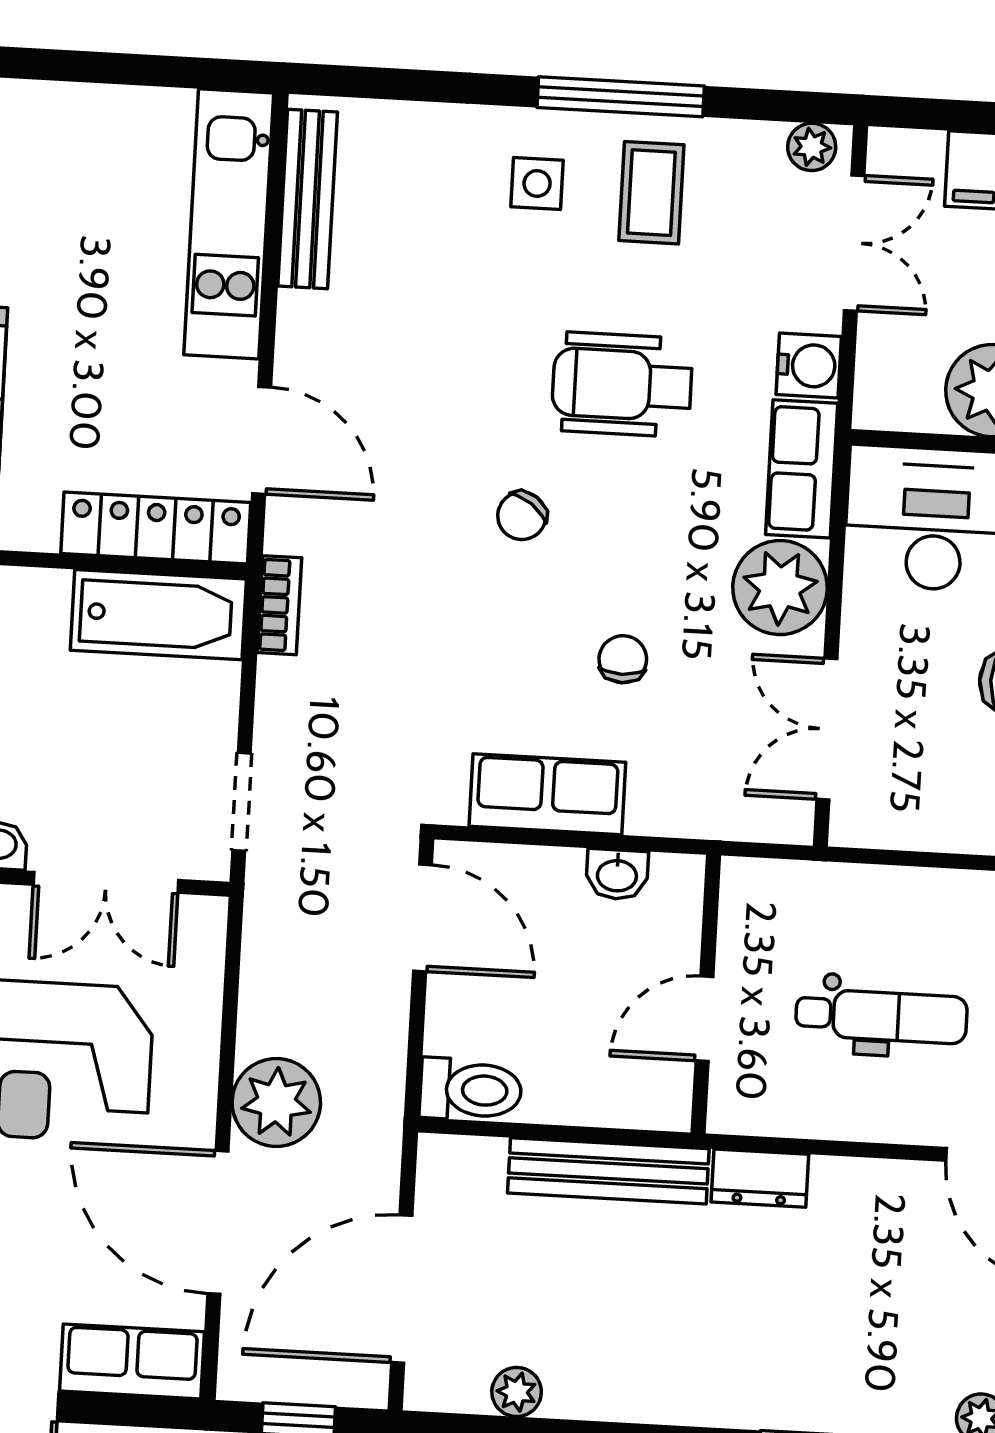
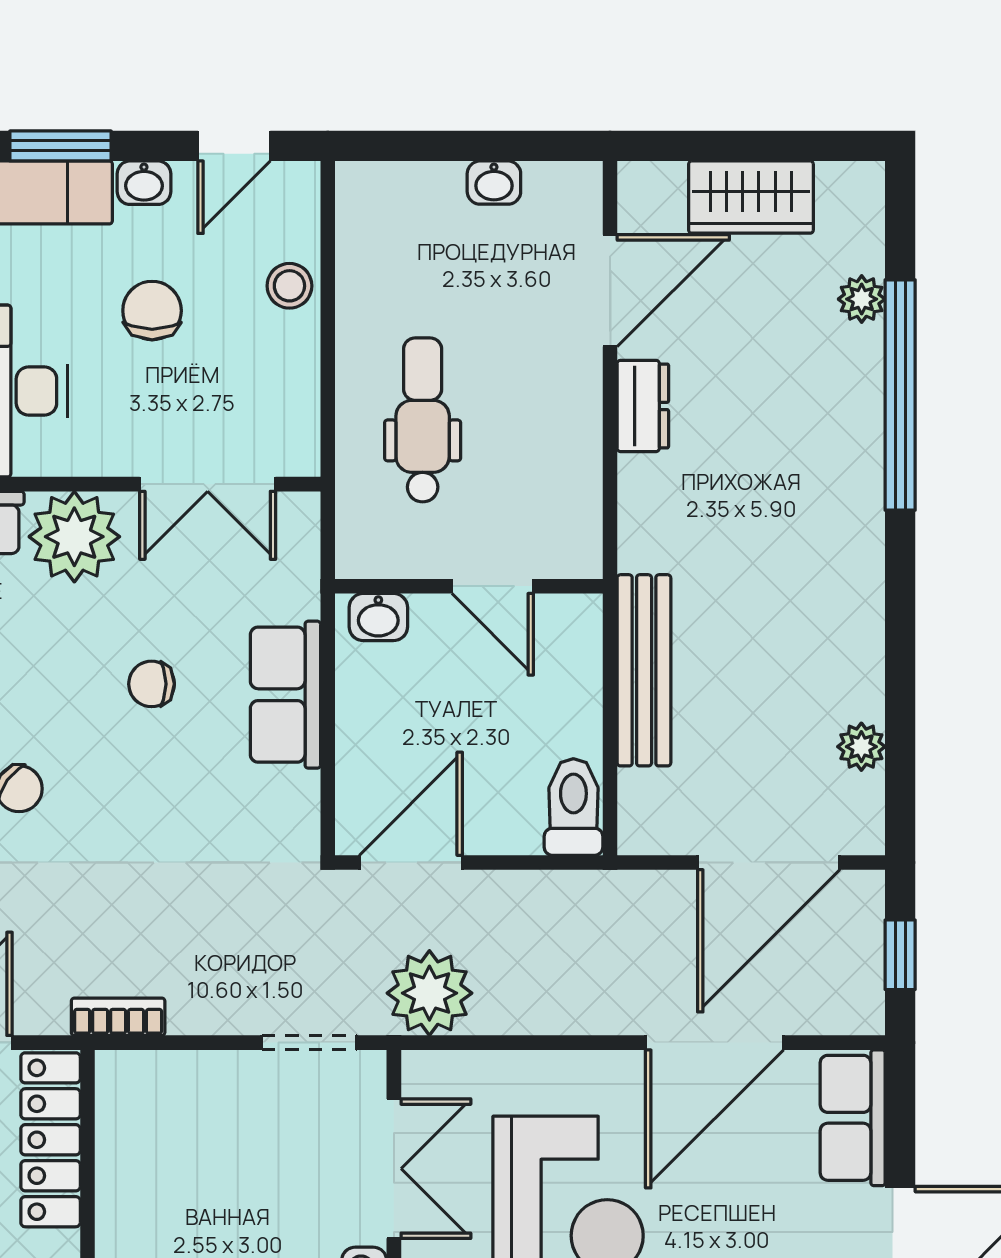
bathtub: (158, 615) -> (134, 1133), removed
row of seats: (547, 794) -> (285, 695), moved
washbasin: (617, 874) -> (378, 617), moved, turned 90
dental chair: (881, 1016) -> (423, 420), moved
plant: (276, 1102) -> (429, 993), moved
dresser: (760, 1178) -> (643, 406), moved
door: (402, 1289) -> (769, 863), hinge flipped

